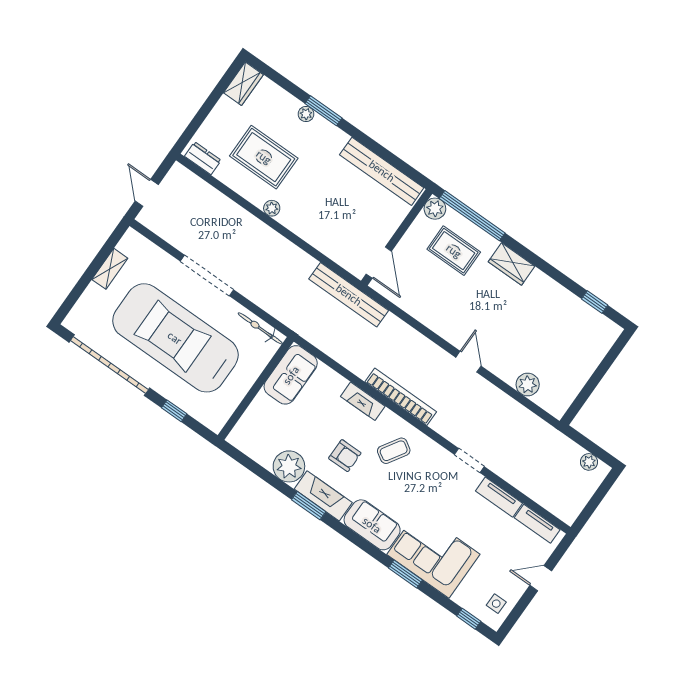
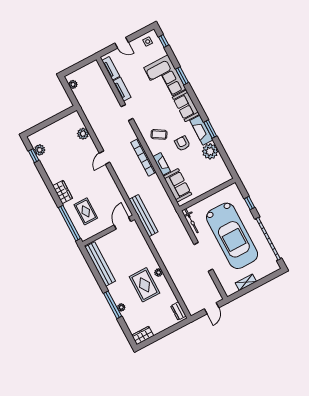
window: (323, 111) -> (113, 305), width x1.44
rug: (264, 157) -> (145, 285), moved
plant: (435, 209) -> (40, 150), moved
sofa: (291, 375) -> (177, 185), moved, turned 90

